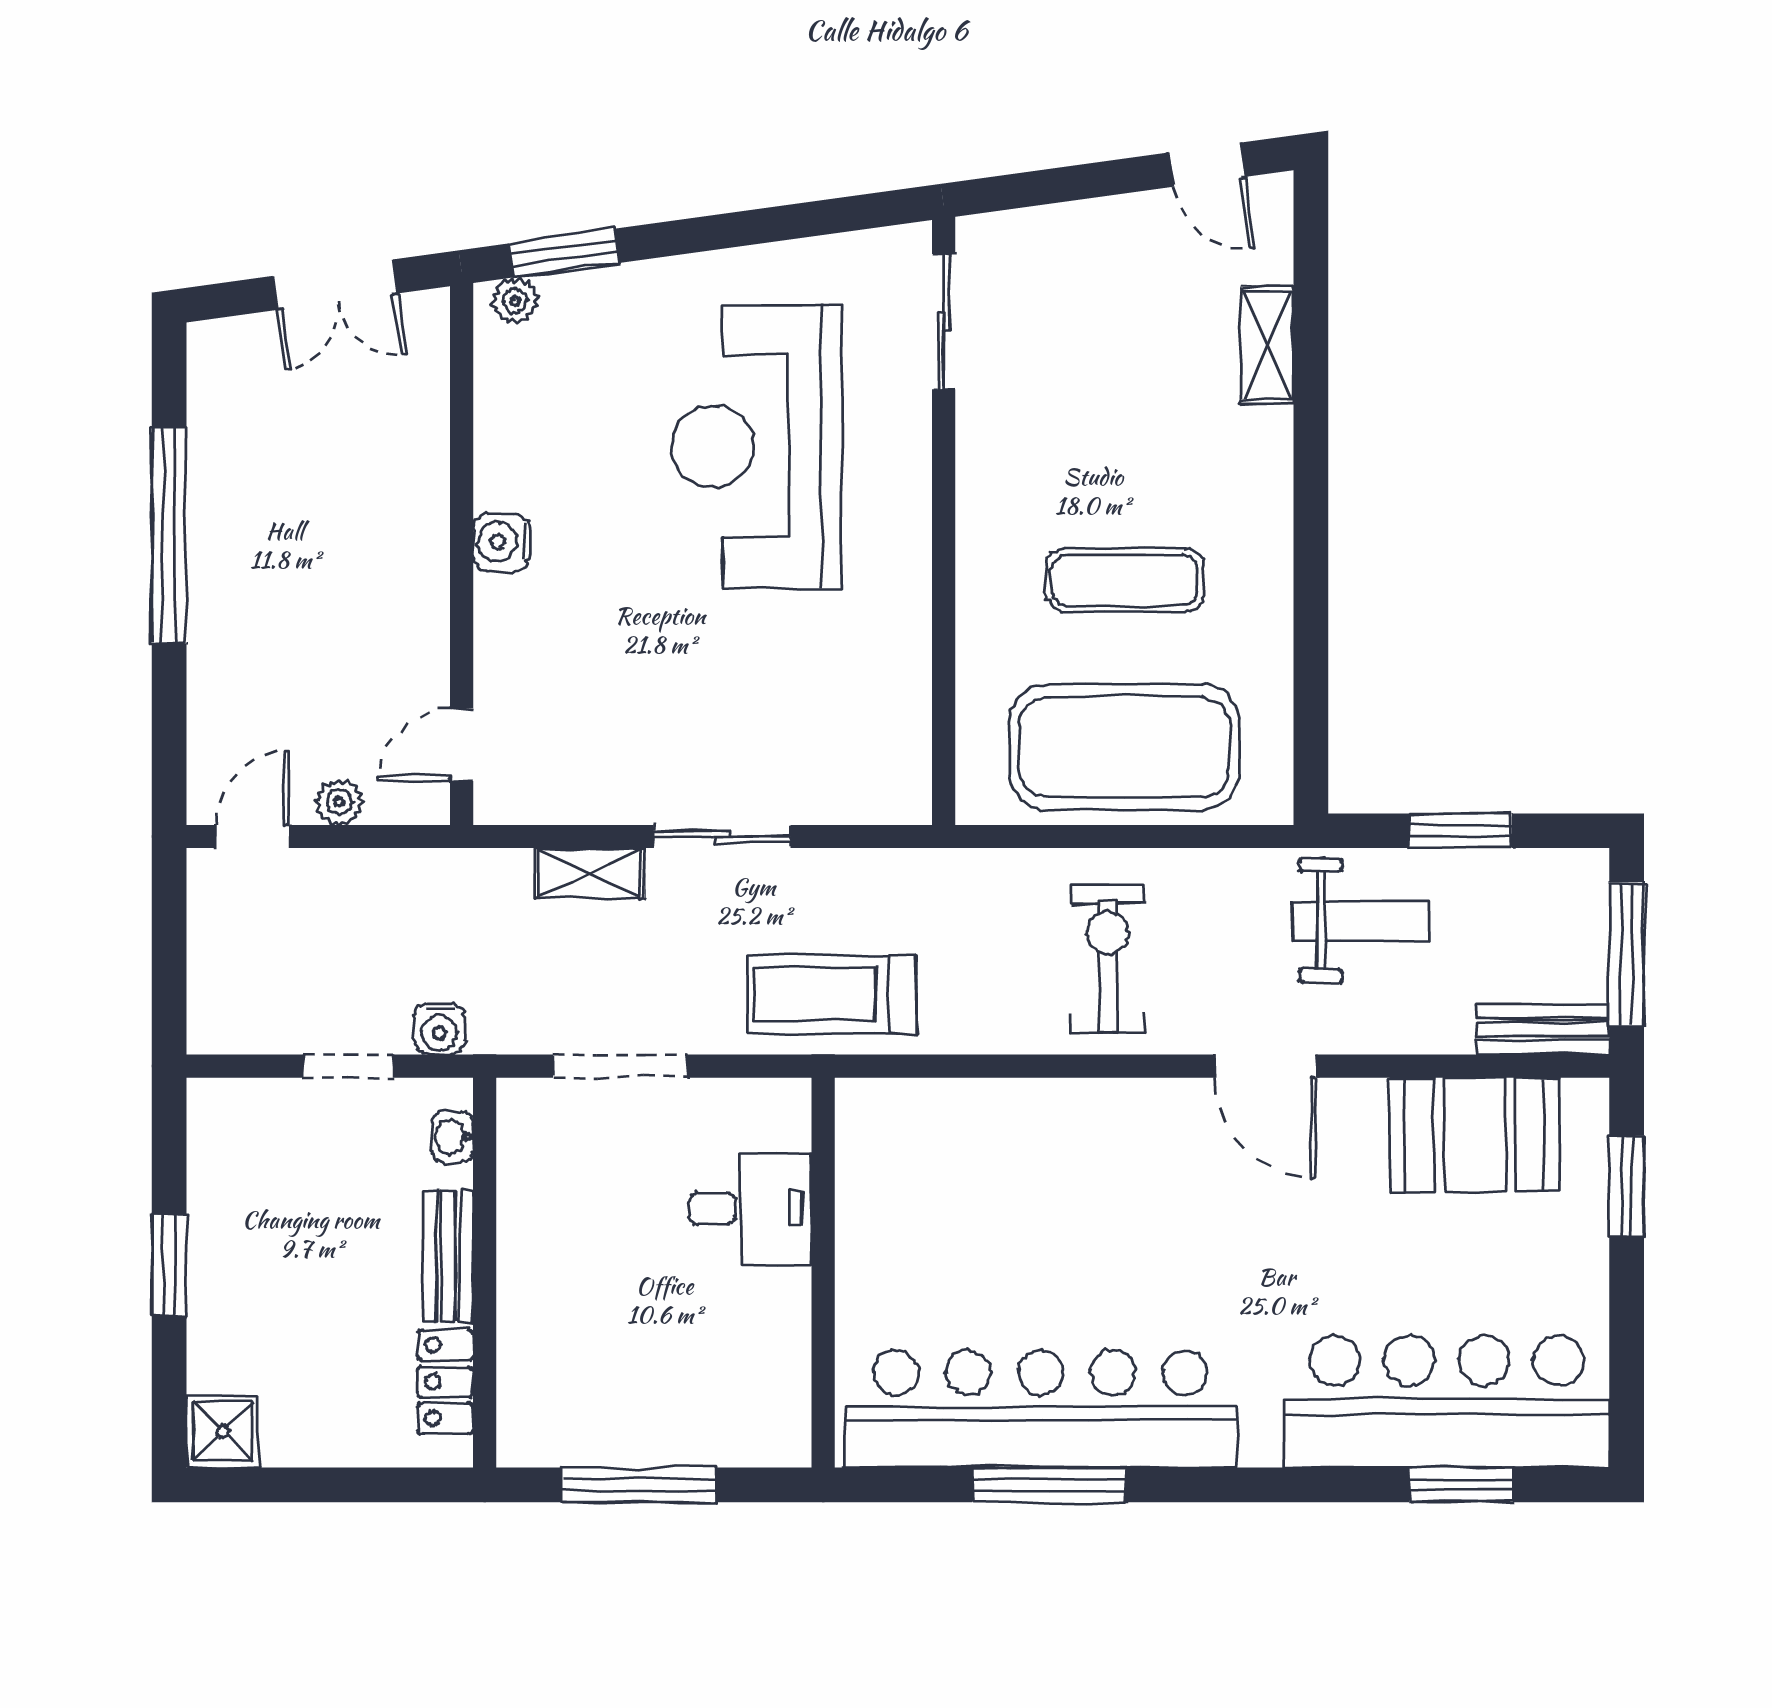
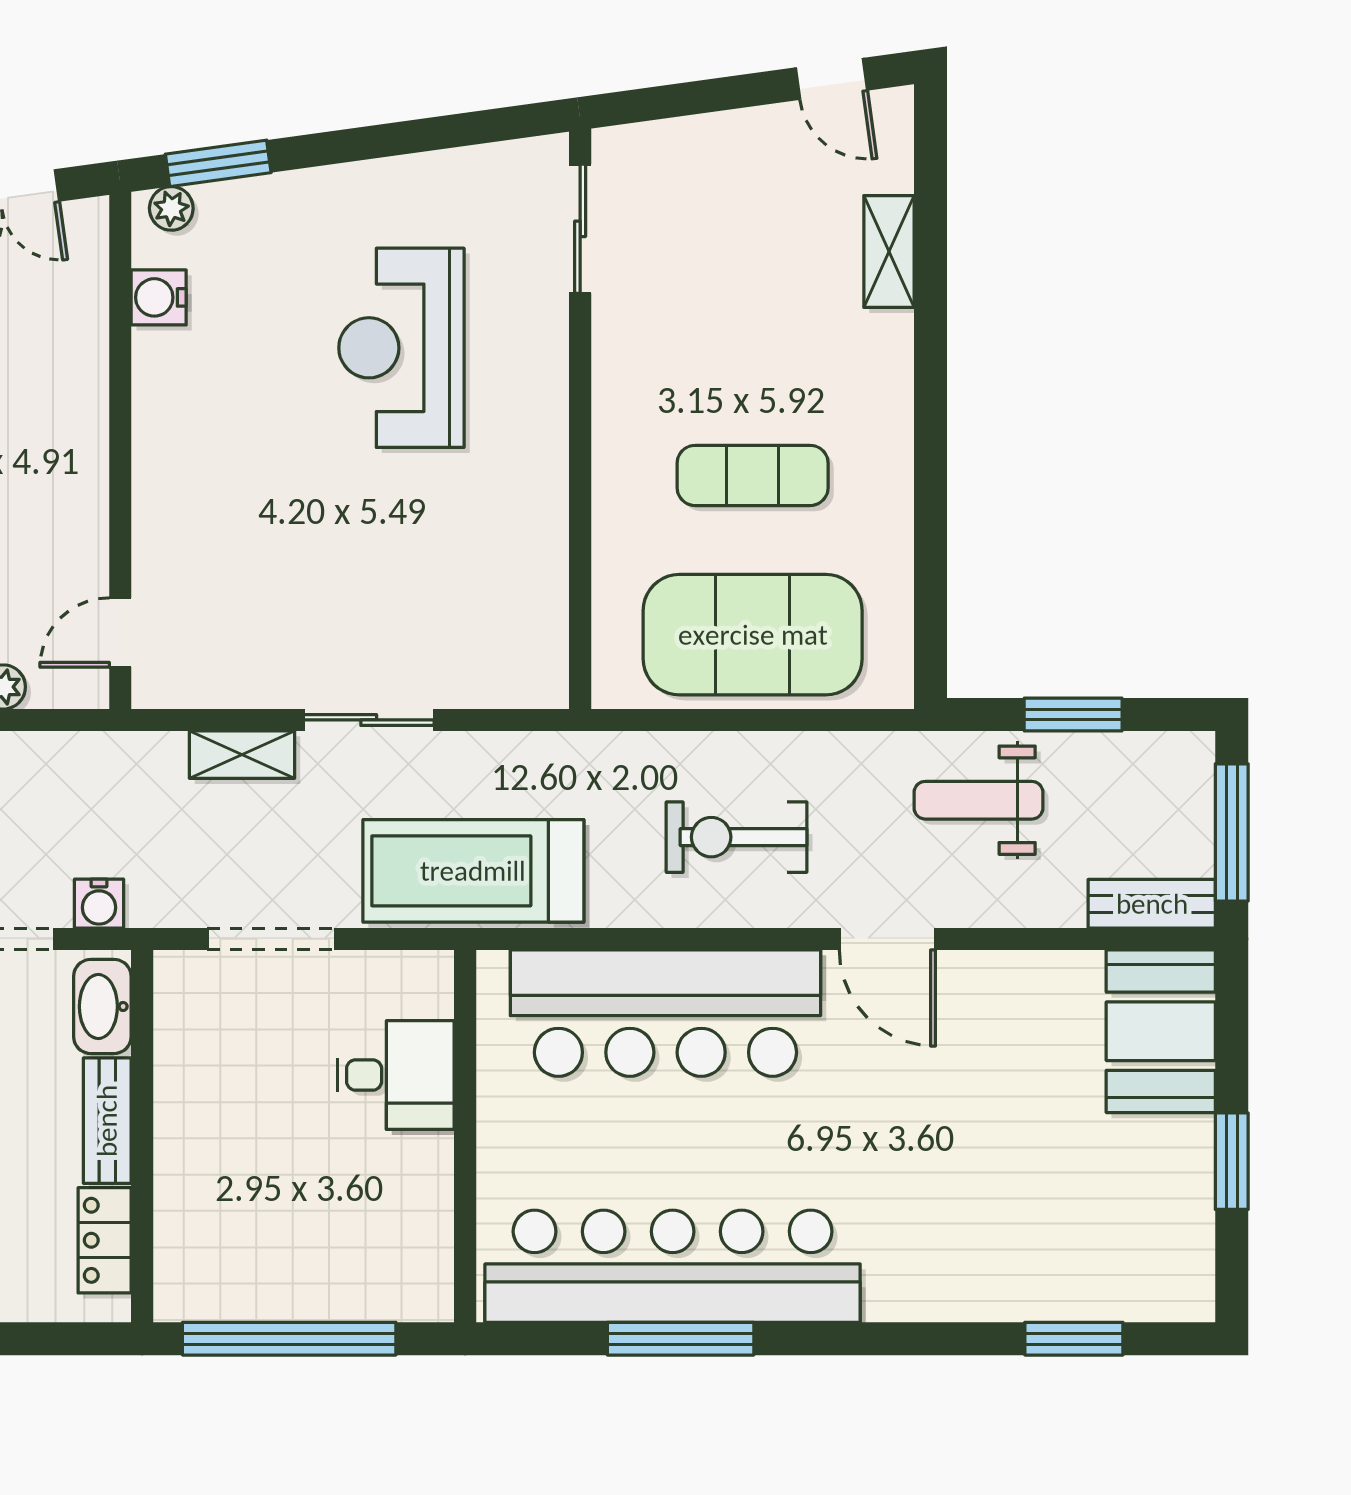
reception desk: (756, 446) -> (401, 348), width x0.74, depth x0.77
water cooler: (502, 542) -> (159, 297), moved
weight bench: (1361, 921) -> (978, 800), turned 180
exercise bike: (1108, 959) -> (737, 837), turned -90
treadmill: (832, 995) -> (473, 871), width x1.37, depth x1.38
booth: (1475, 1135) -> (1161, 1031), moved, turned 90
washbasin: (452, 1137) -> (102, 1006), width x1.91, depth x1.45
window: (1627, 1186) -> (1232, 1161), moved
bar counter: (1447, 1401) -> (665, 1013), moved, turned 180
window: (639, 1485) -> (289, 1339), width x1.46

